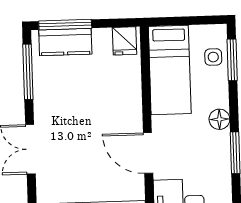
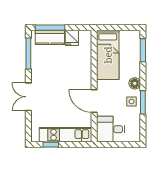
fridge: (125, 41) -> (72, 38), moved
side table: (213, 57) -> (132, 102), moved

